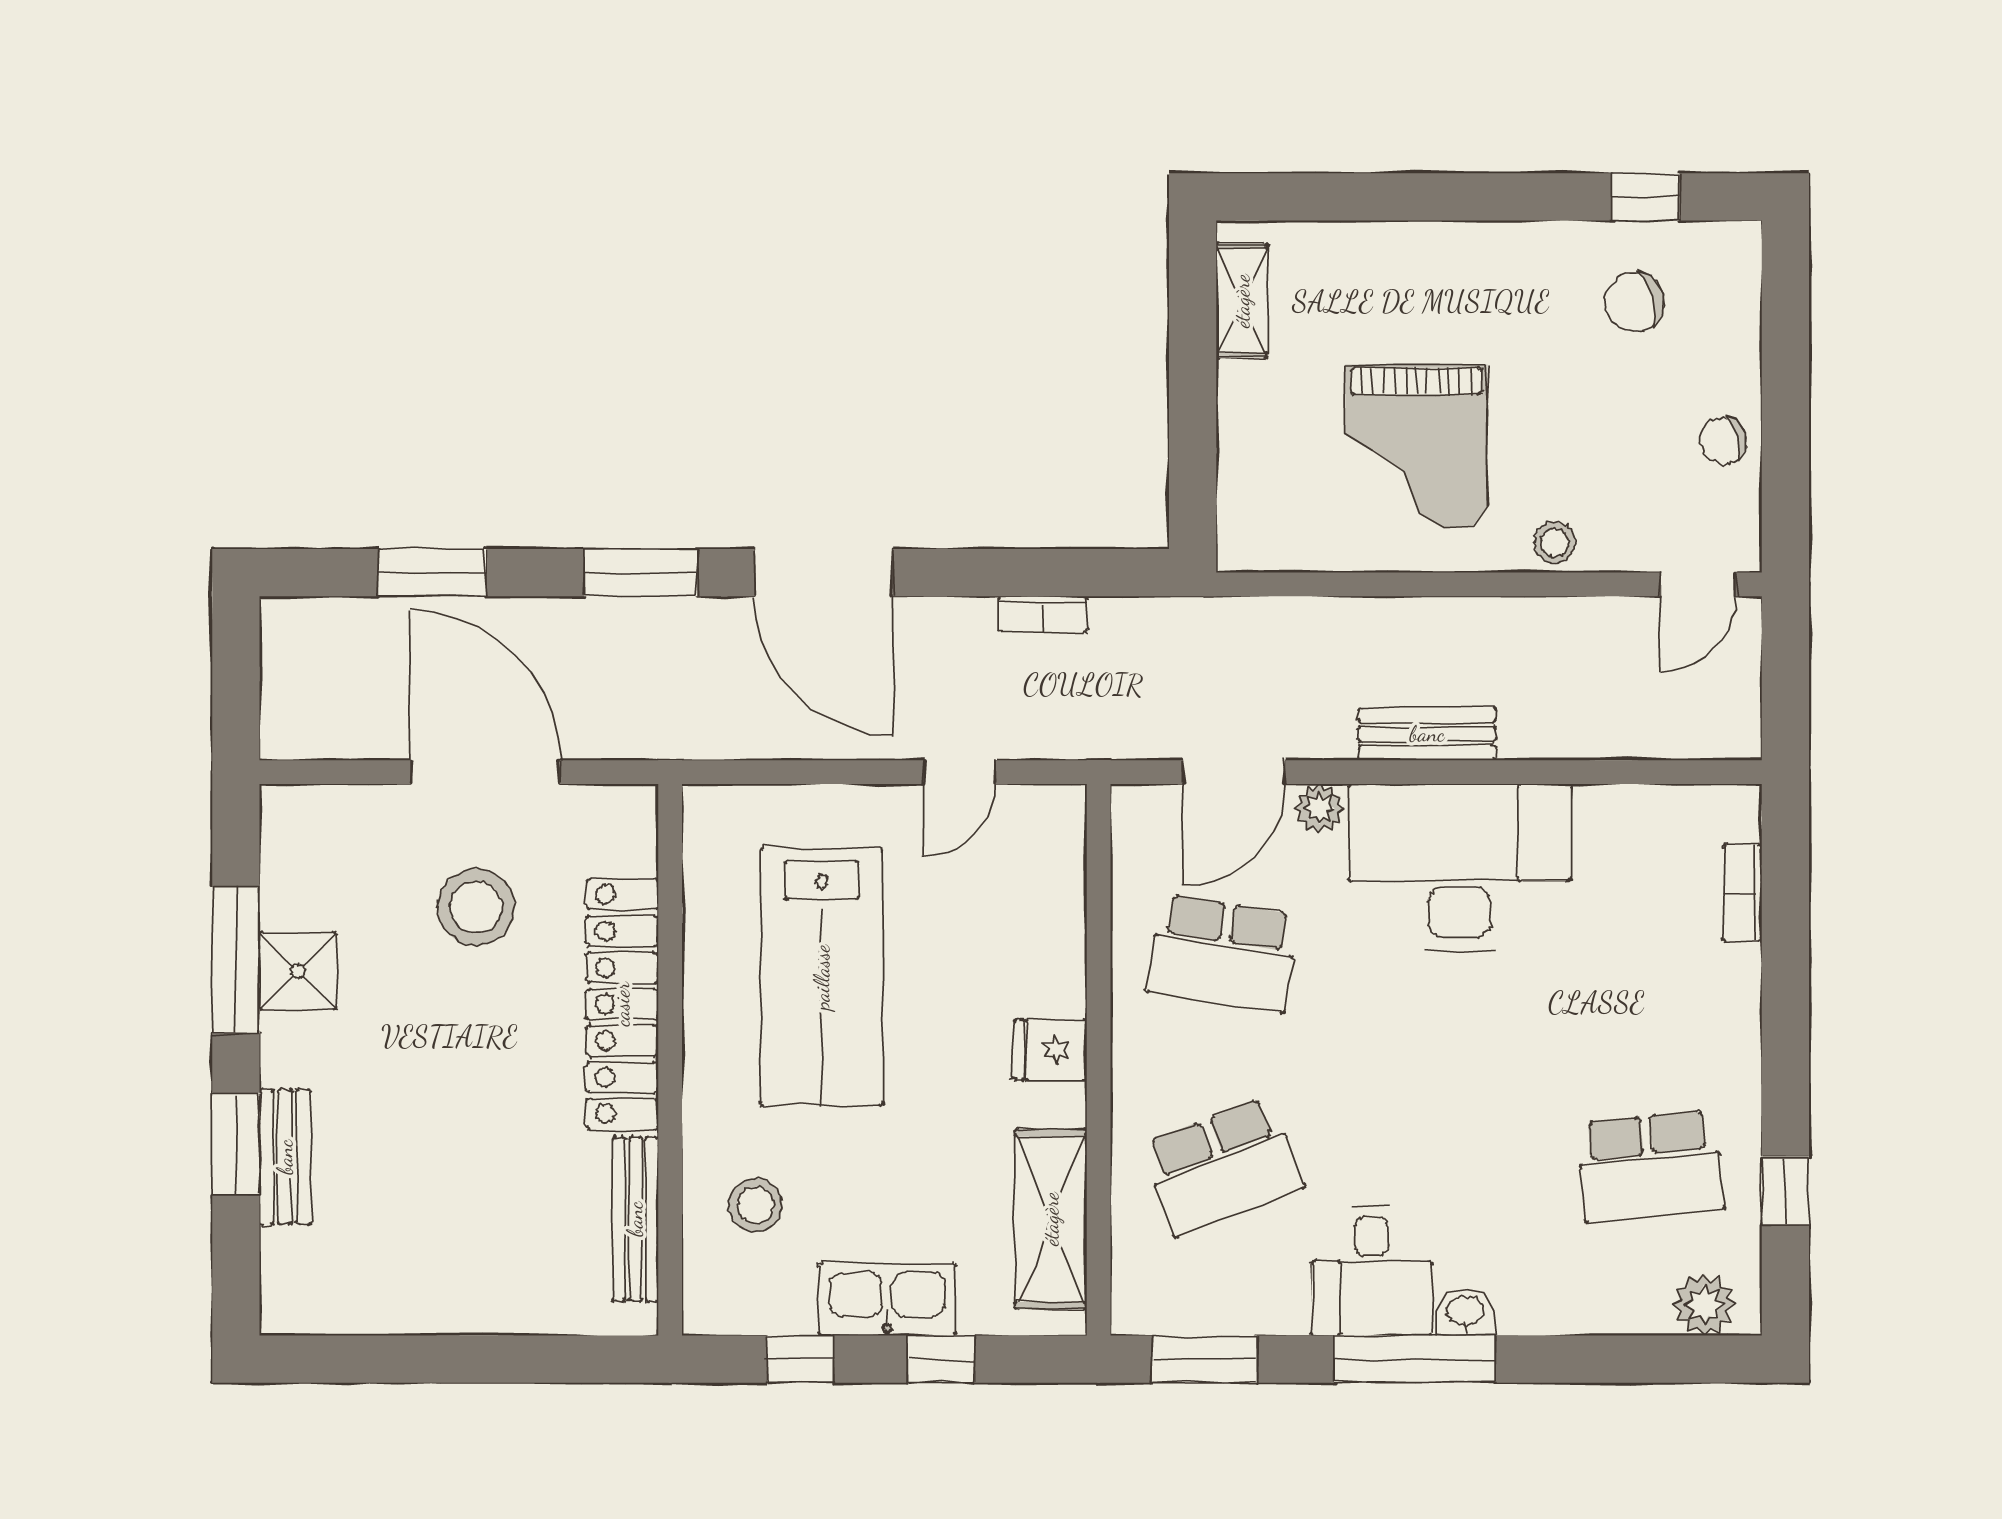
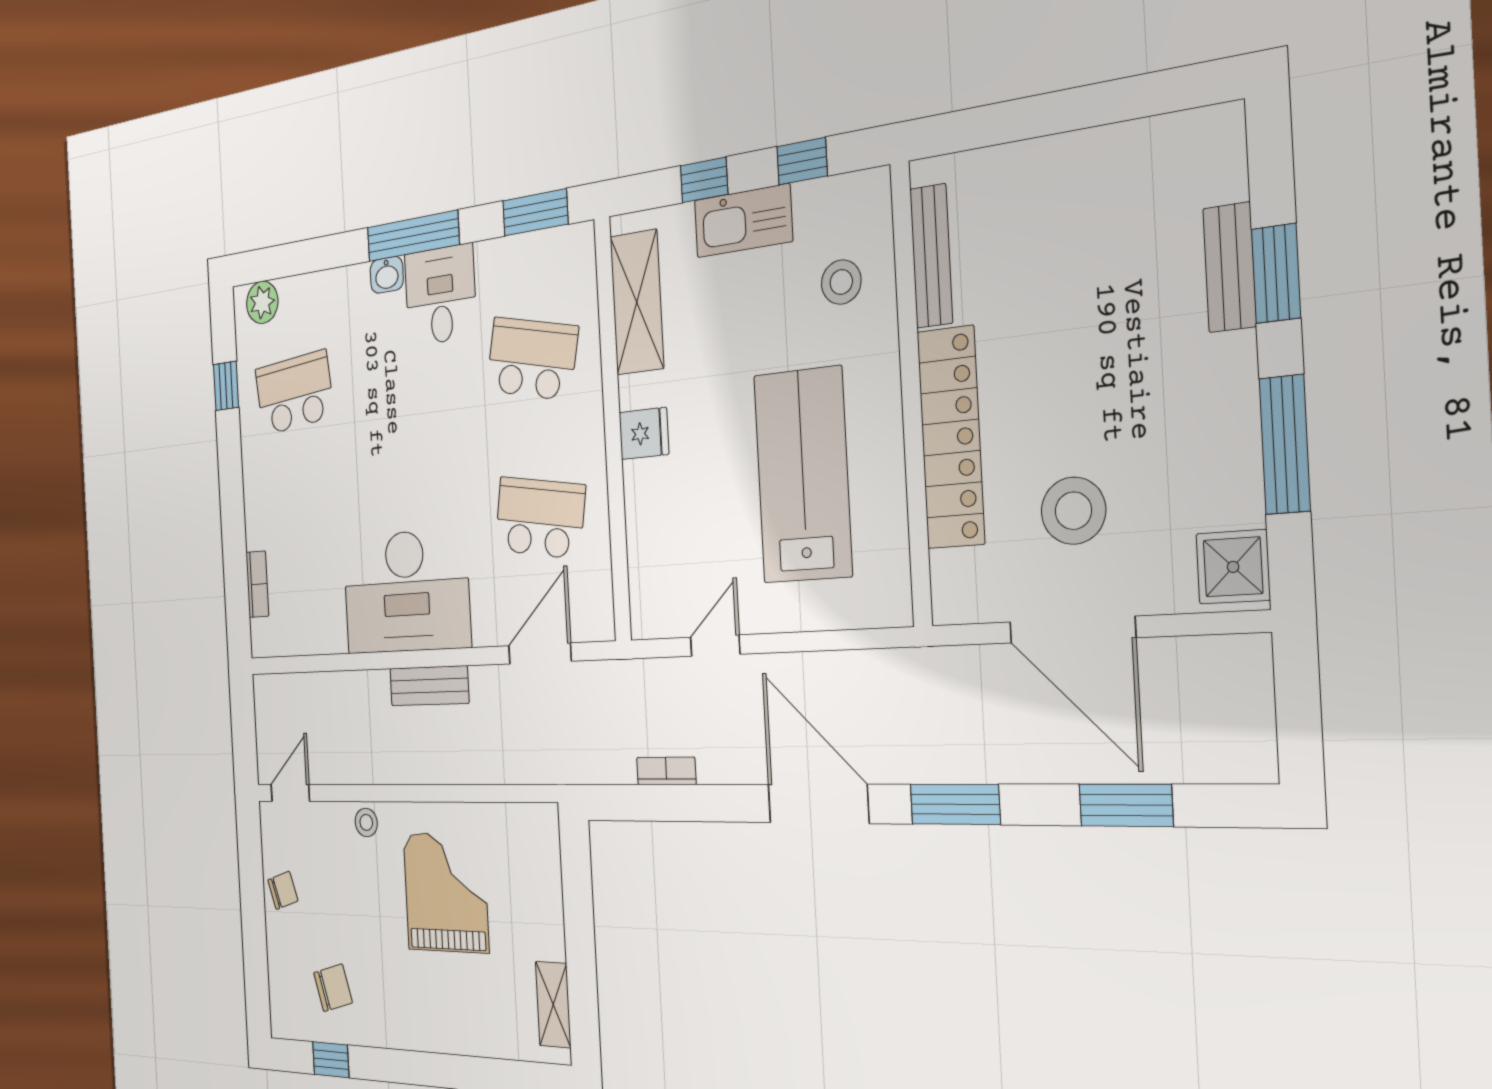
plant: (1319, 808) -> (488, 629), removed
shower: (298, 971) -> (1233, 567), moved
school desk: (1222, 1166) -> (532, 359), turned 33

